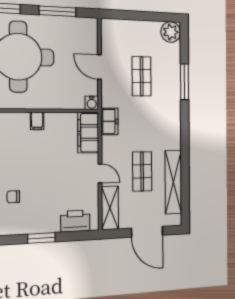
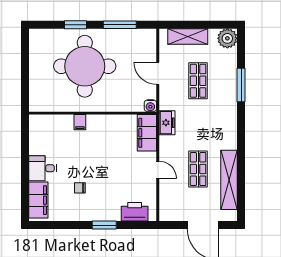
filing cabinet: (37, 121) -> (80, 122), moved
shelving: (110, 208) -> (188, 37), moved, turned 90

